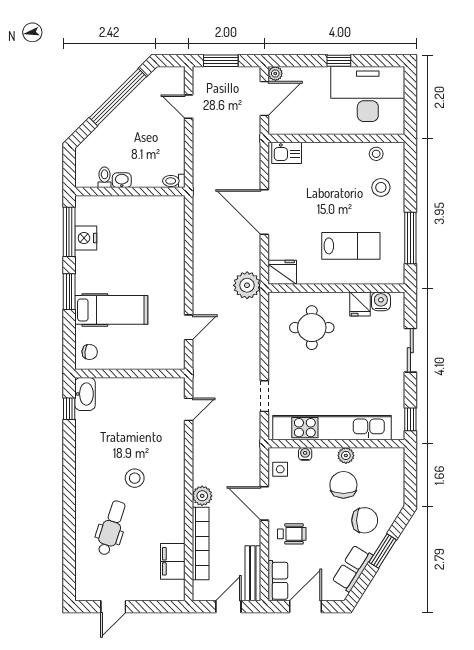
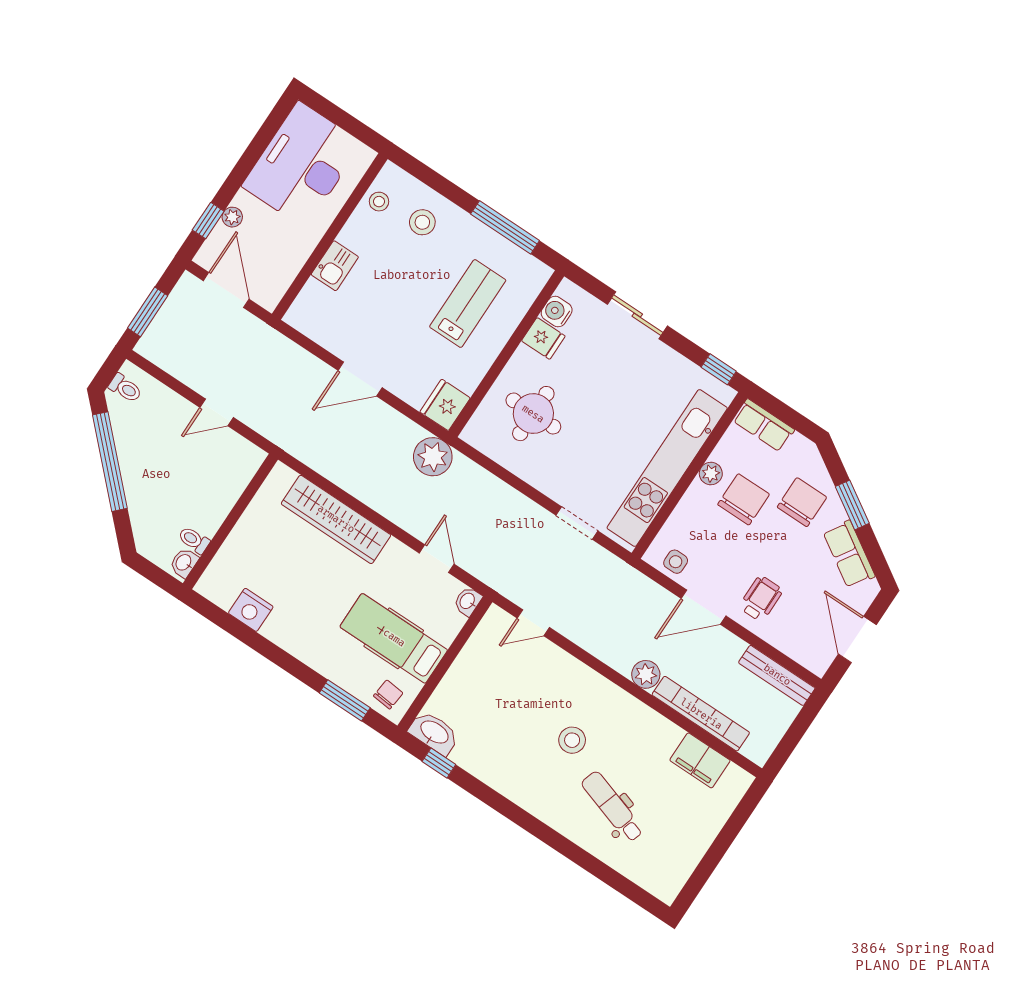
window: (339, 61) -> (208, 221), moved
plant: (275, 73) -> (232, 217), moved
door: (189, 107) -> (217, 412), moved
kitchen sink: (287, 153) -> (335, 266), moved
washbasin: (122, 180) -> (184, 563), moved
toilet: (174, 181) -> (125, 388), moved, turned -90
door: (264, 212) -> (360, 379), width x0.73
window: (69, 232) -> (230, 624), removed
wardrobe: (172, 253) -> (336, 519), added
window: (69, 292) -> (345, 700), moved
hospital bed: (111, 310) -> (394, 638), moved, turned -90
washbasin: (176, 362) -> (468, 601), added
door: (189, 409) -> (533, 623), swing flipped
water cooler: (305, 454) -> (677, 520), removed
chair: (343, 485) -> (744, 499), turned 90
row of seats: (278, 581) -> (764, 425), moved, turned 180
door: (113, 607) -> (707, 866), removed
door: (228, 607) -> (797, 730), removed

